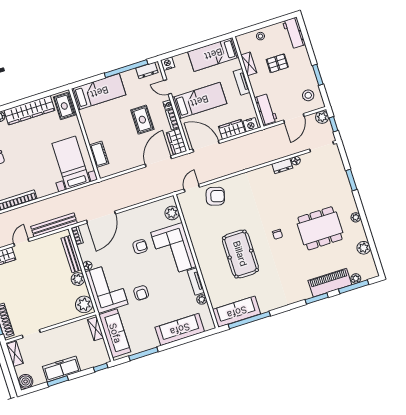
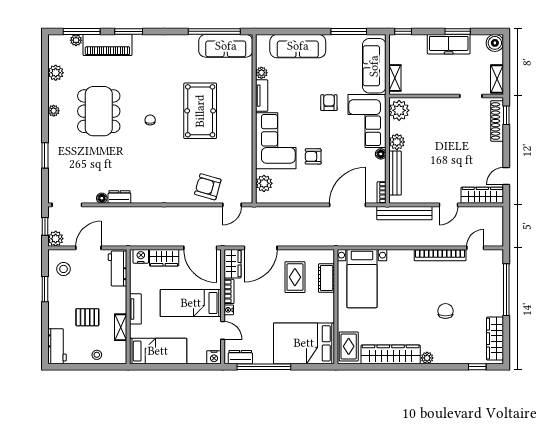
bed: (99, 92) -> (304, 343), width x1.50
rug: (142, 120) -> (295, 277), moved
dining table: (320, 228) -> (99, 111), turned 90

